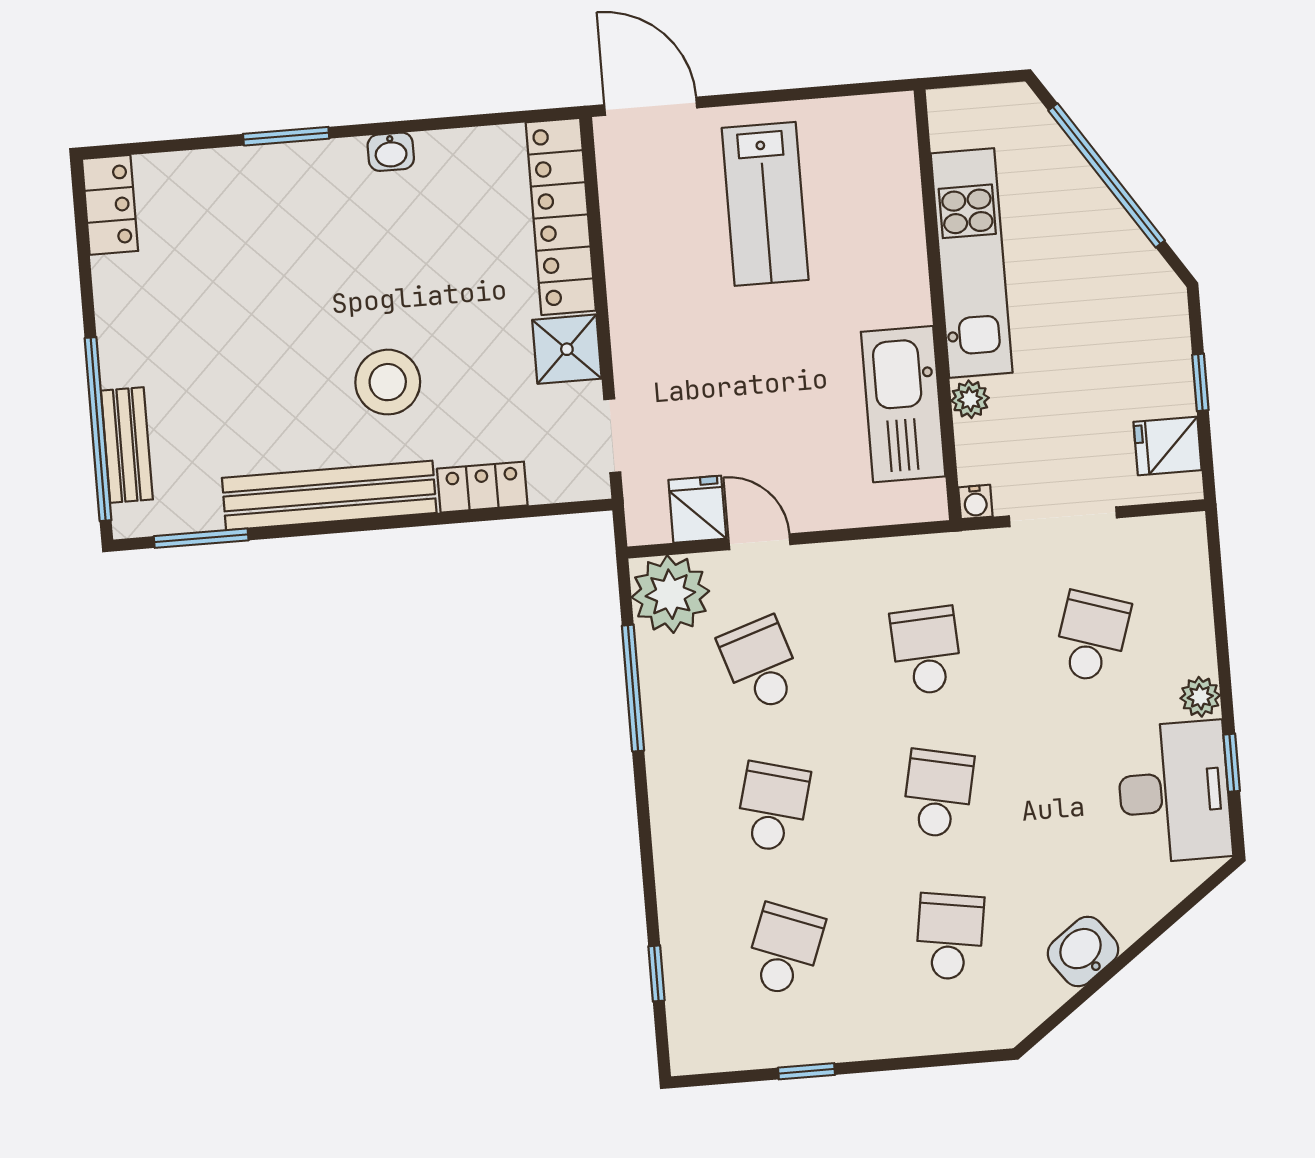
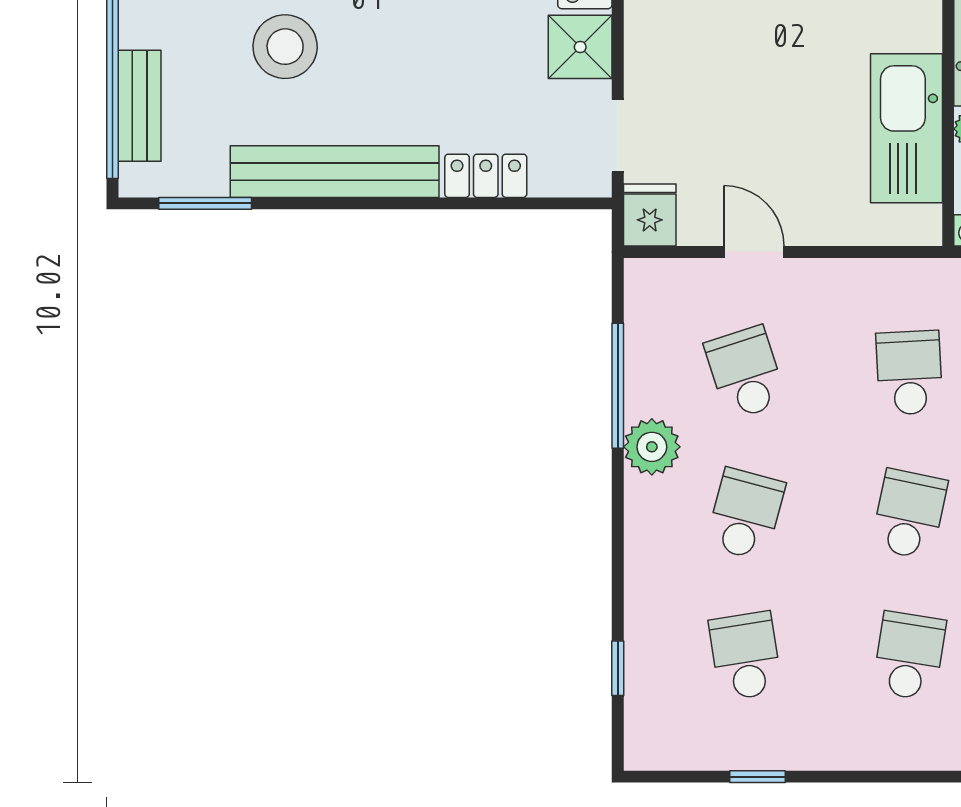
stool: (388, 382) -> (285, 47), moved
fridge: (697, 509) -> (650, 215), moved
plant: (670, 594) -> (652, 447), moved, width x0.73, depth x0.73
school desk: (784, 950) -> (745, 656), turned -30

